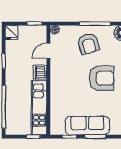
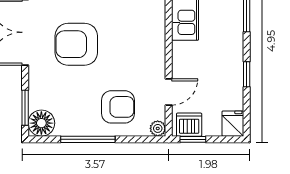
armchair: (88, 44) -> (118, 107), moved, turned 107
dishwasher: (40, 72) -> (189, 125), moved, turned -90

